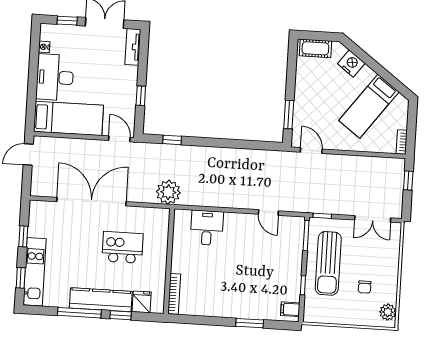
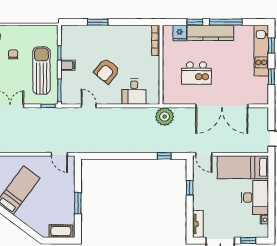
nightstand: (351, 64) -> (33, 221), removed
window: (289, 115) -> (78, 203), moved
armchair: (242, 257) -> (107, 71), added
filing cabinet: (290, 309) -> (68, 65), moved

